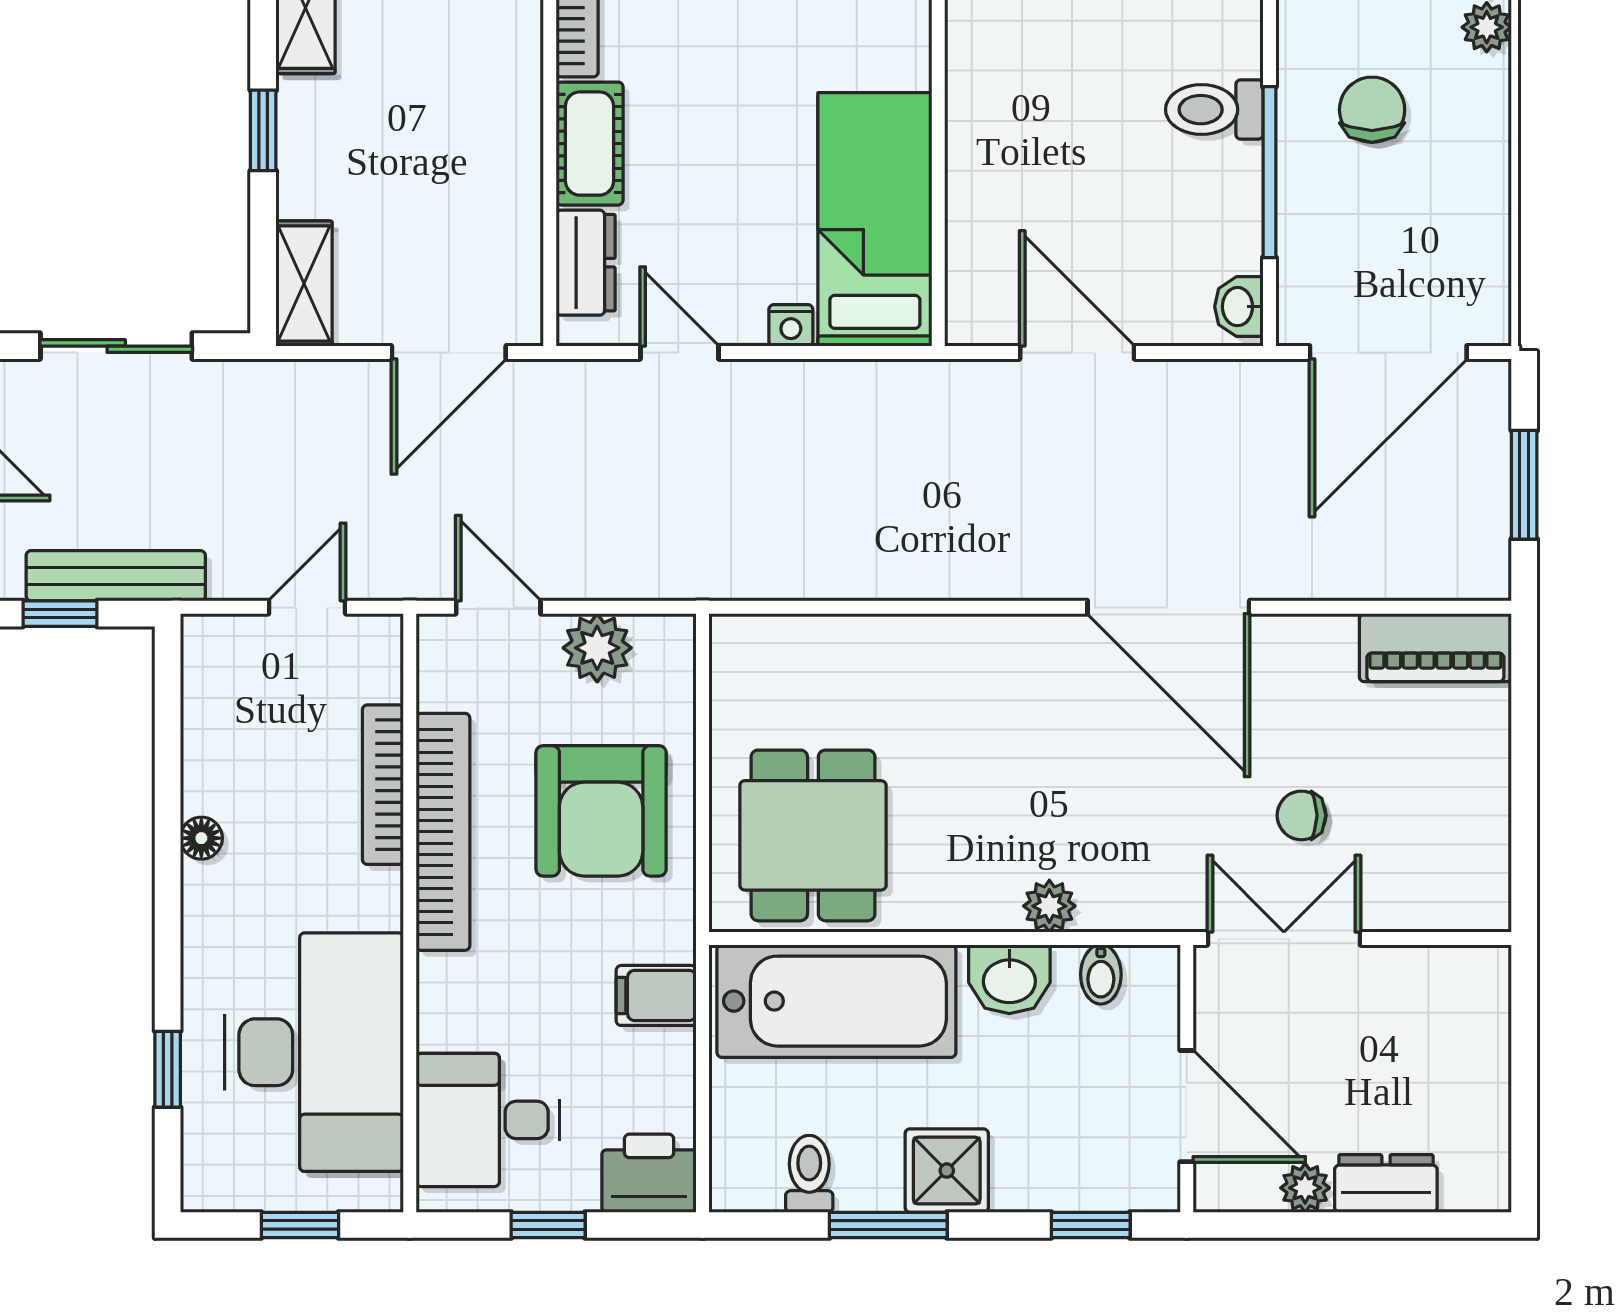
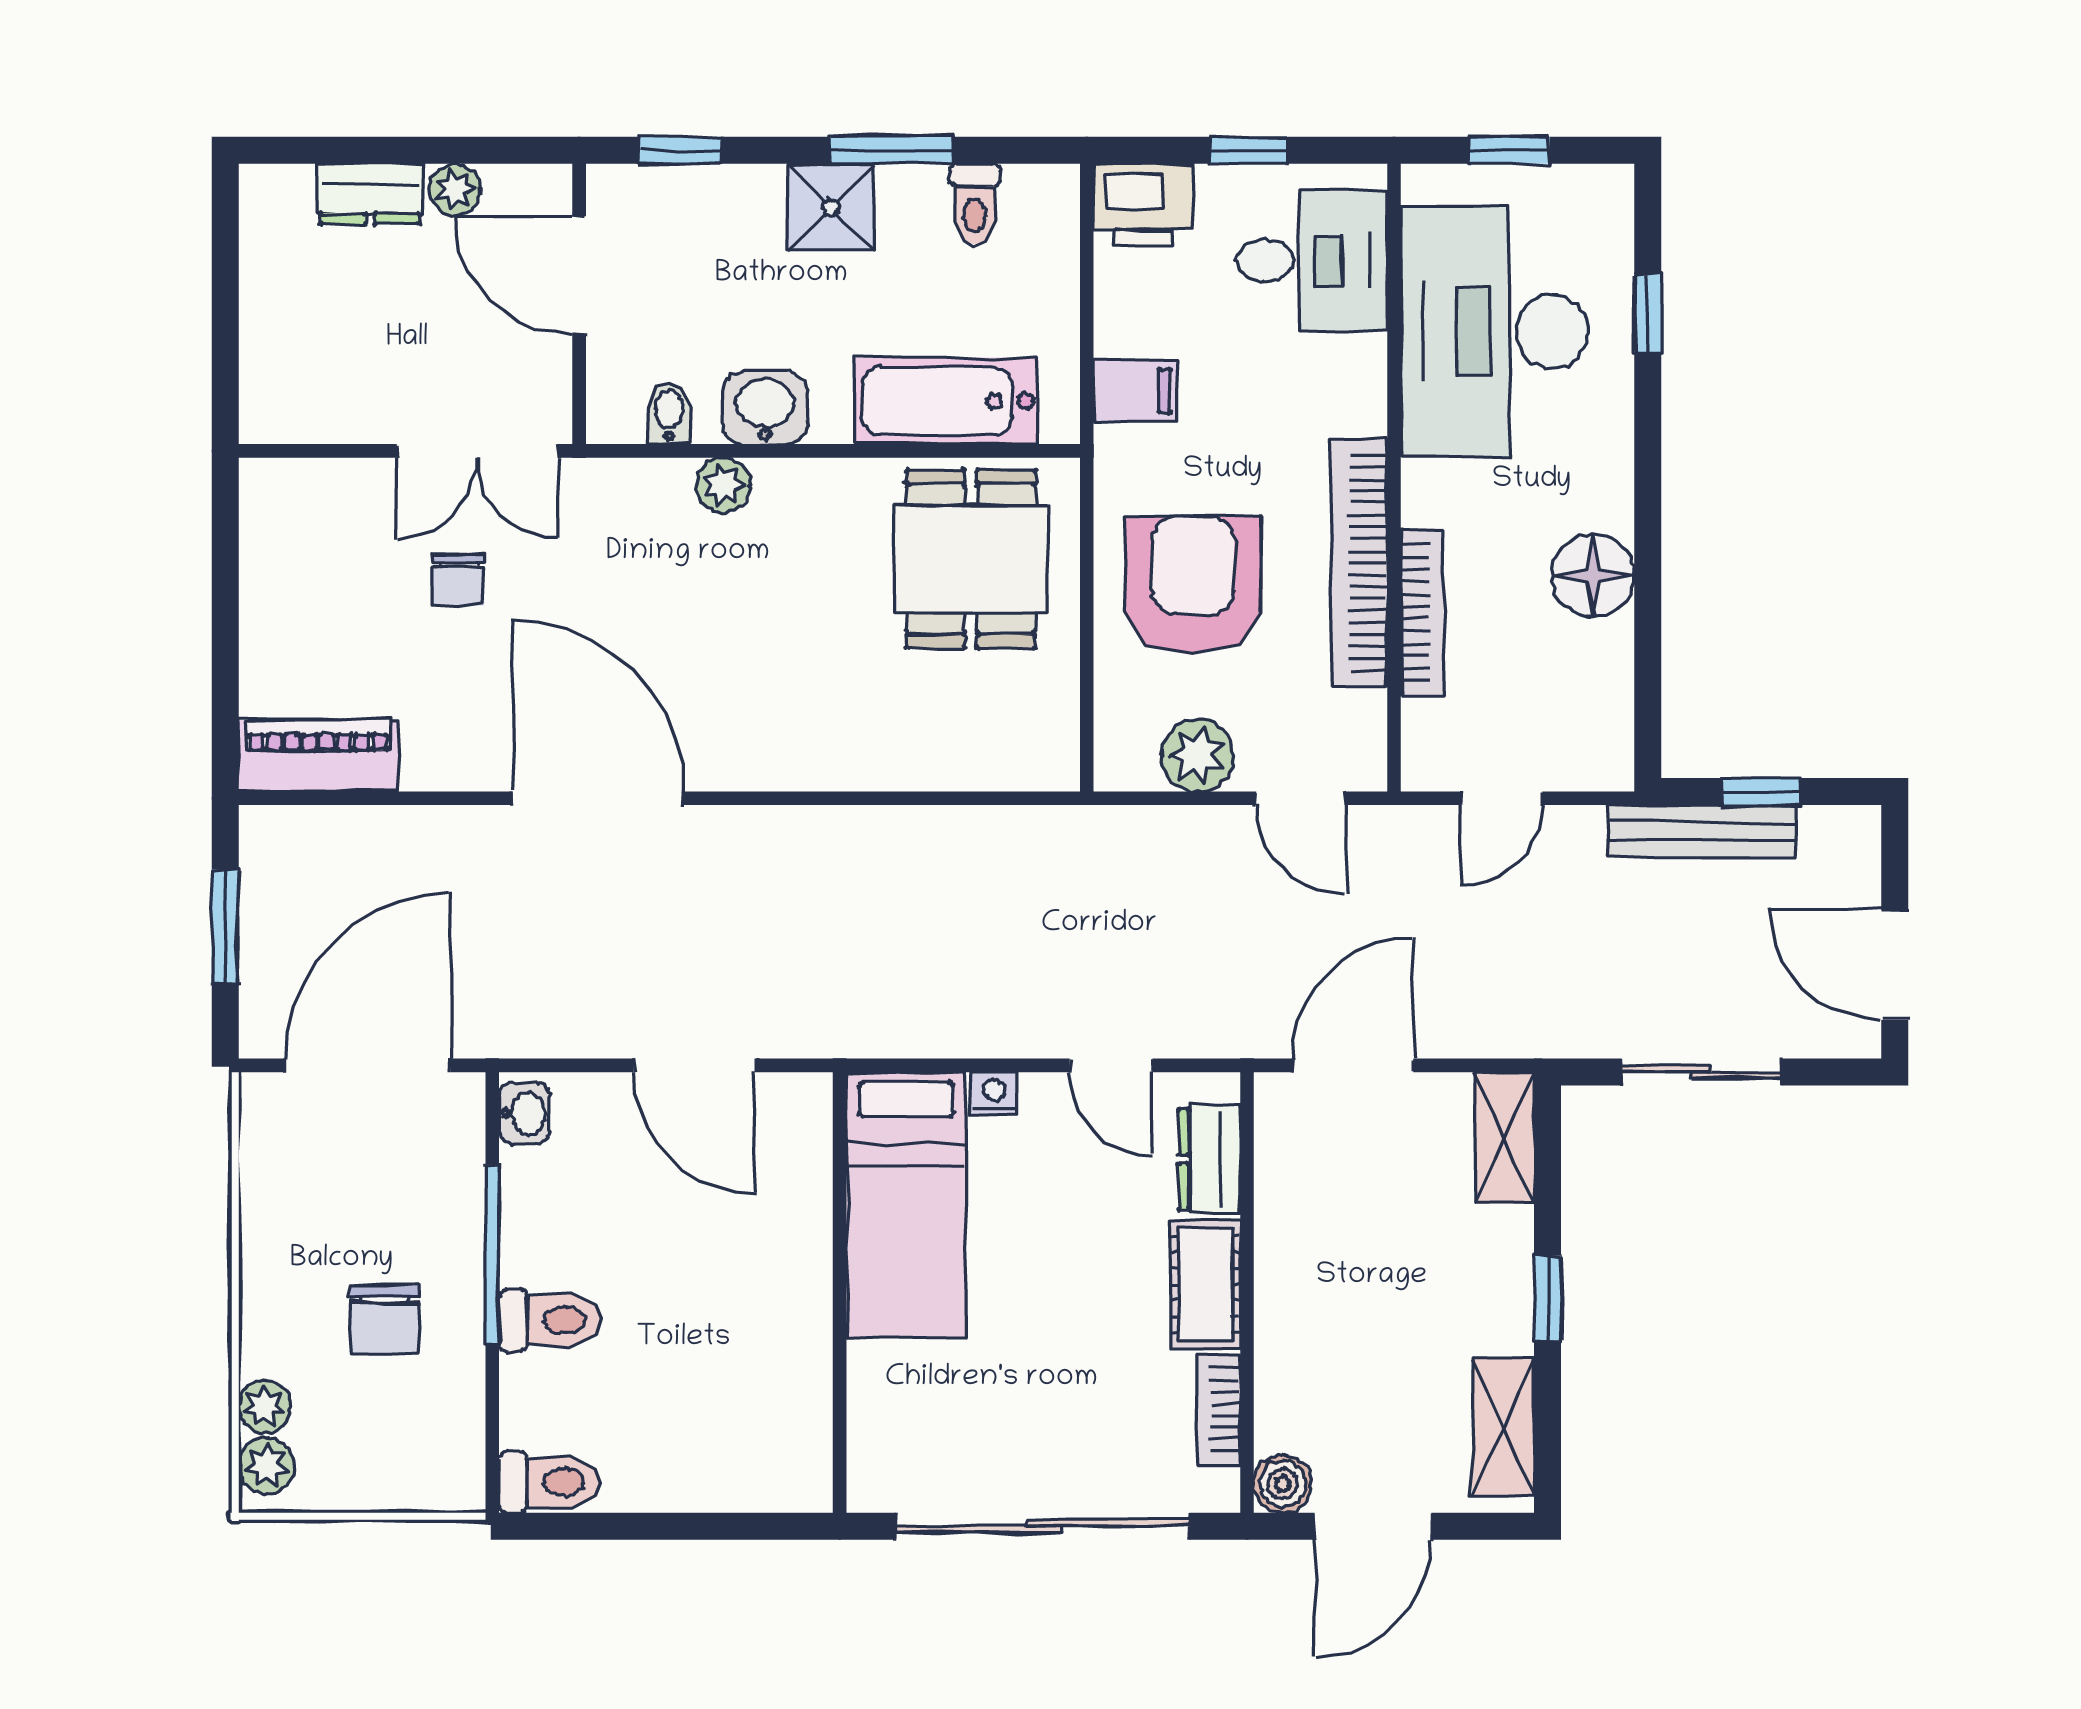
chair: (1302, 815) -> (459, 580), turned 90
floor lamp: (201, 838) -> (1593, 575), width x1.89, depth x1.89
bathtub: (836, 1001) -> (946, 401), width x0.73, depth x0.73

